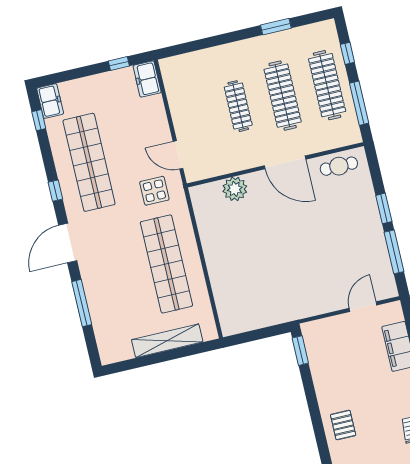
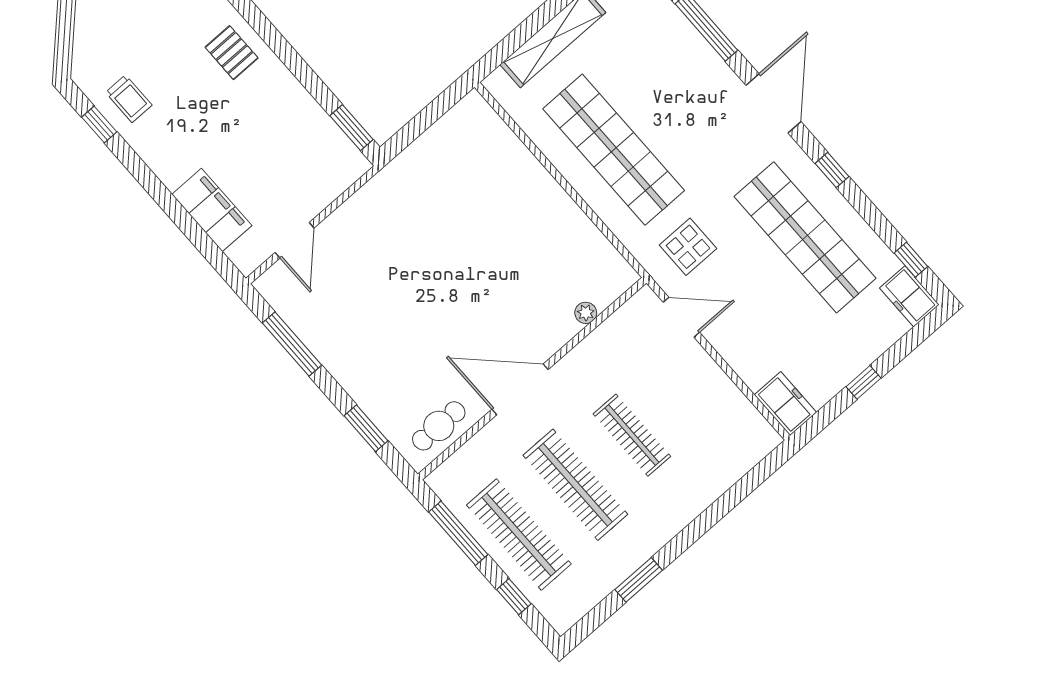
window: (119, 63) -> (863, 382), moved
plant: (235, 189) -> (586, 313), width x0.53, depth x0.53
window: (384, 208) -> (366, 428), moved

